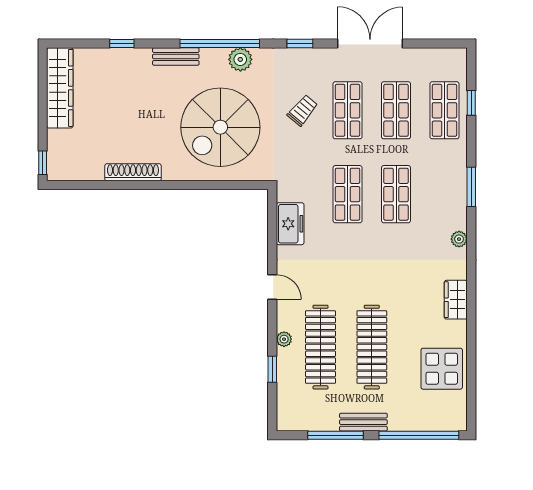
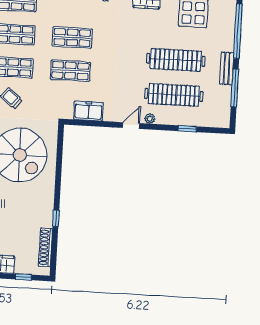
window: (43, 163) -> (23, 277), moved
shoe rack: (133, 172) -> (45, 247), moved
window: (131, 185) -> (56, 218), added
plant: (284, 339) -> (150, 119), moved

